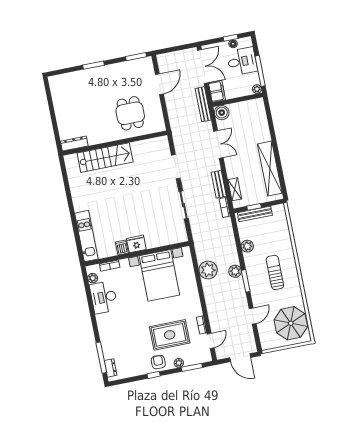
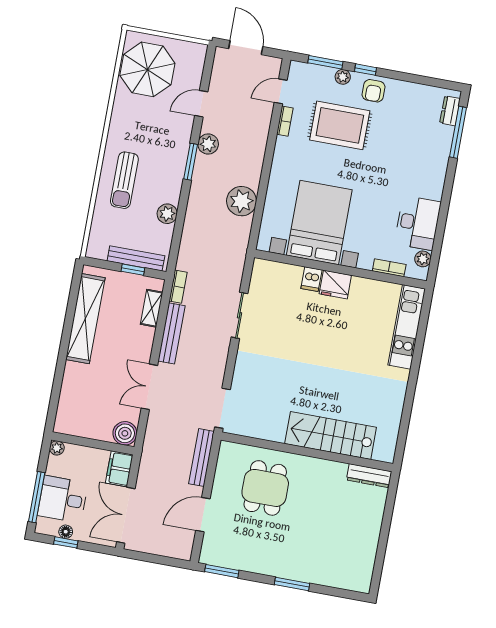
window: (260, 71) -> (37, 497), moved
bench: (203, 104) -> (202, 458), moved
doorway: (176, 167) -> (222, 408), moved
bench: (219, 184) -> (171, 333), width x1.36
dishwasher: (122, 247) -> (311, 279), moved
plant: (235, 271) -> (208, 144), moved
sun lounger: (275, 272) -> (124, 180), moved
window: (154, 375) -> (366, 70), moved

